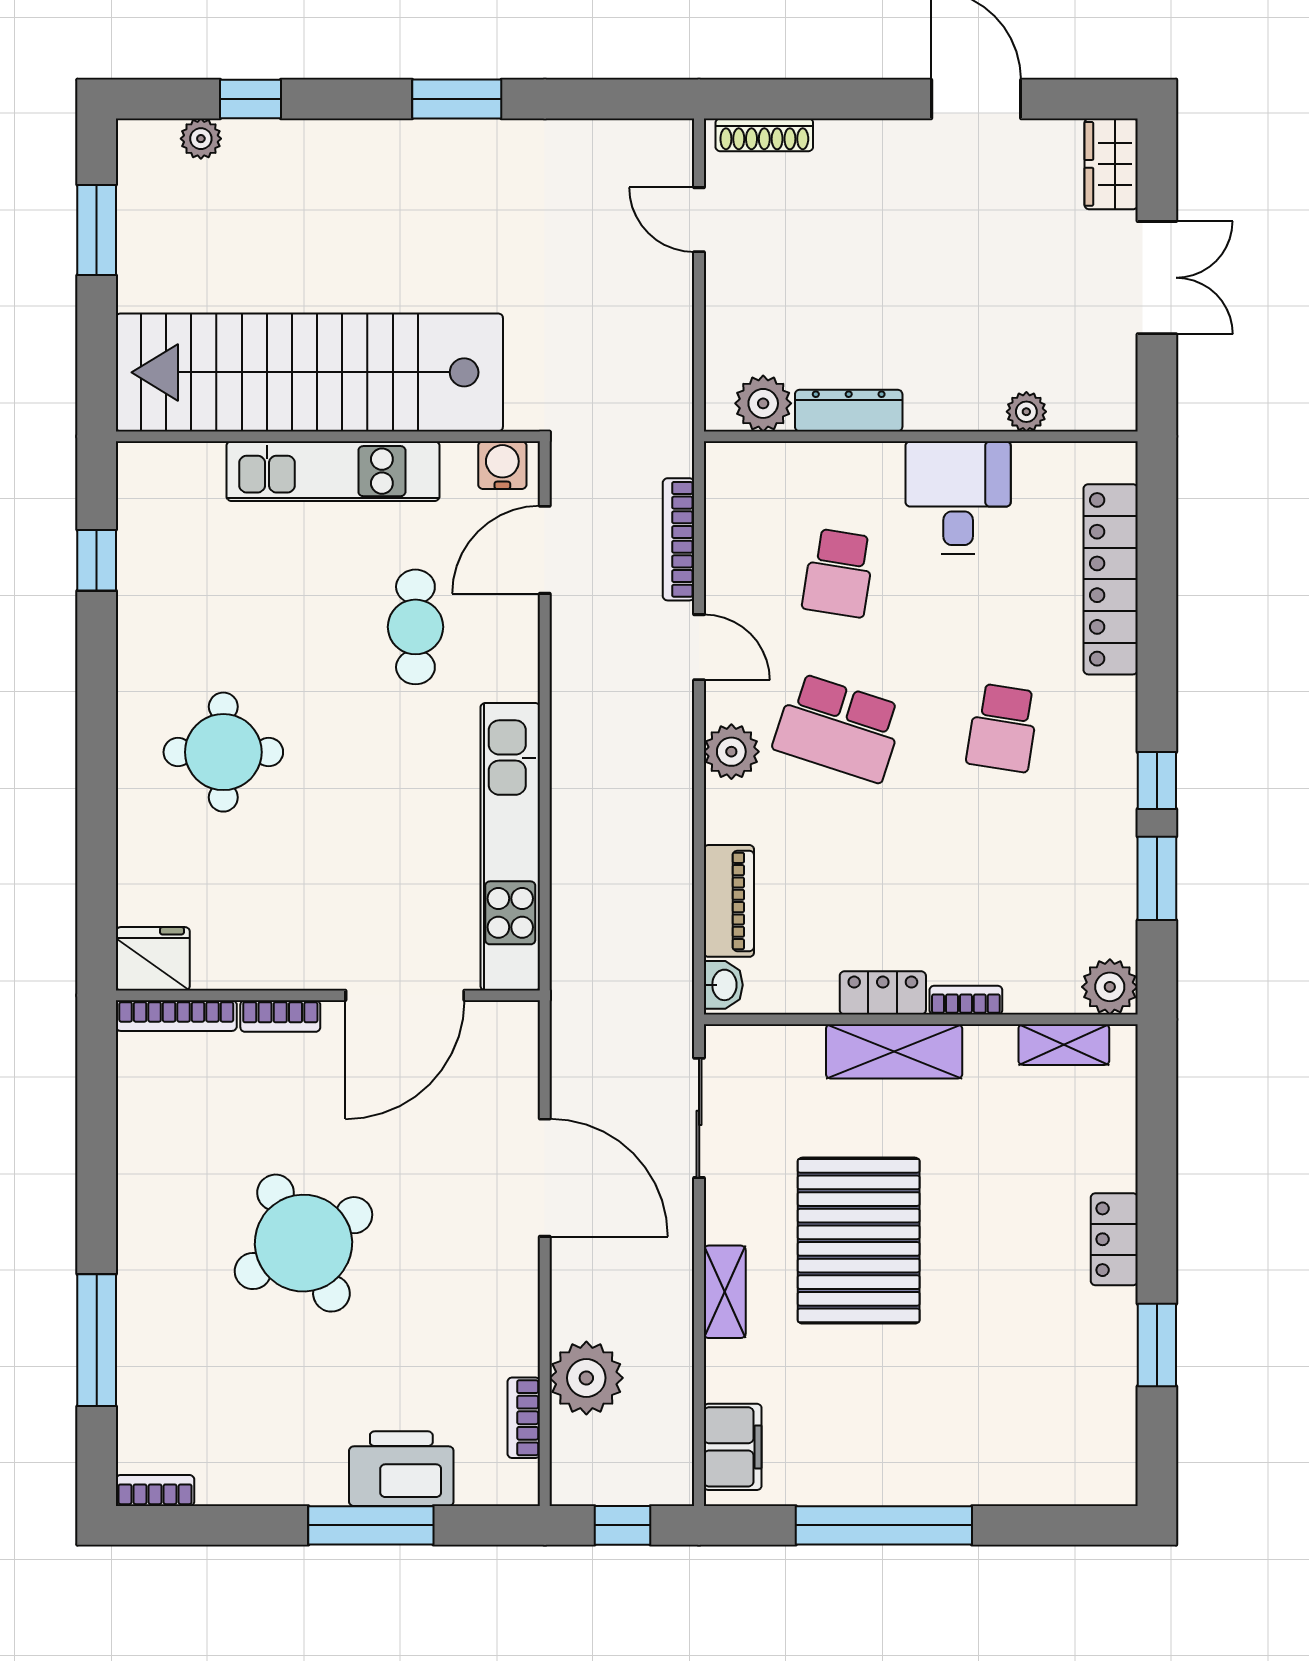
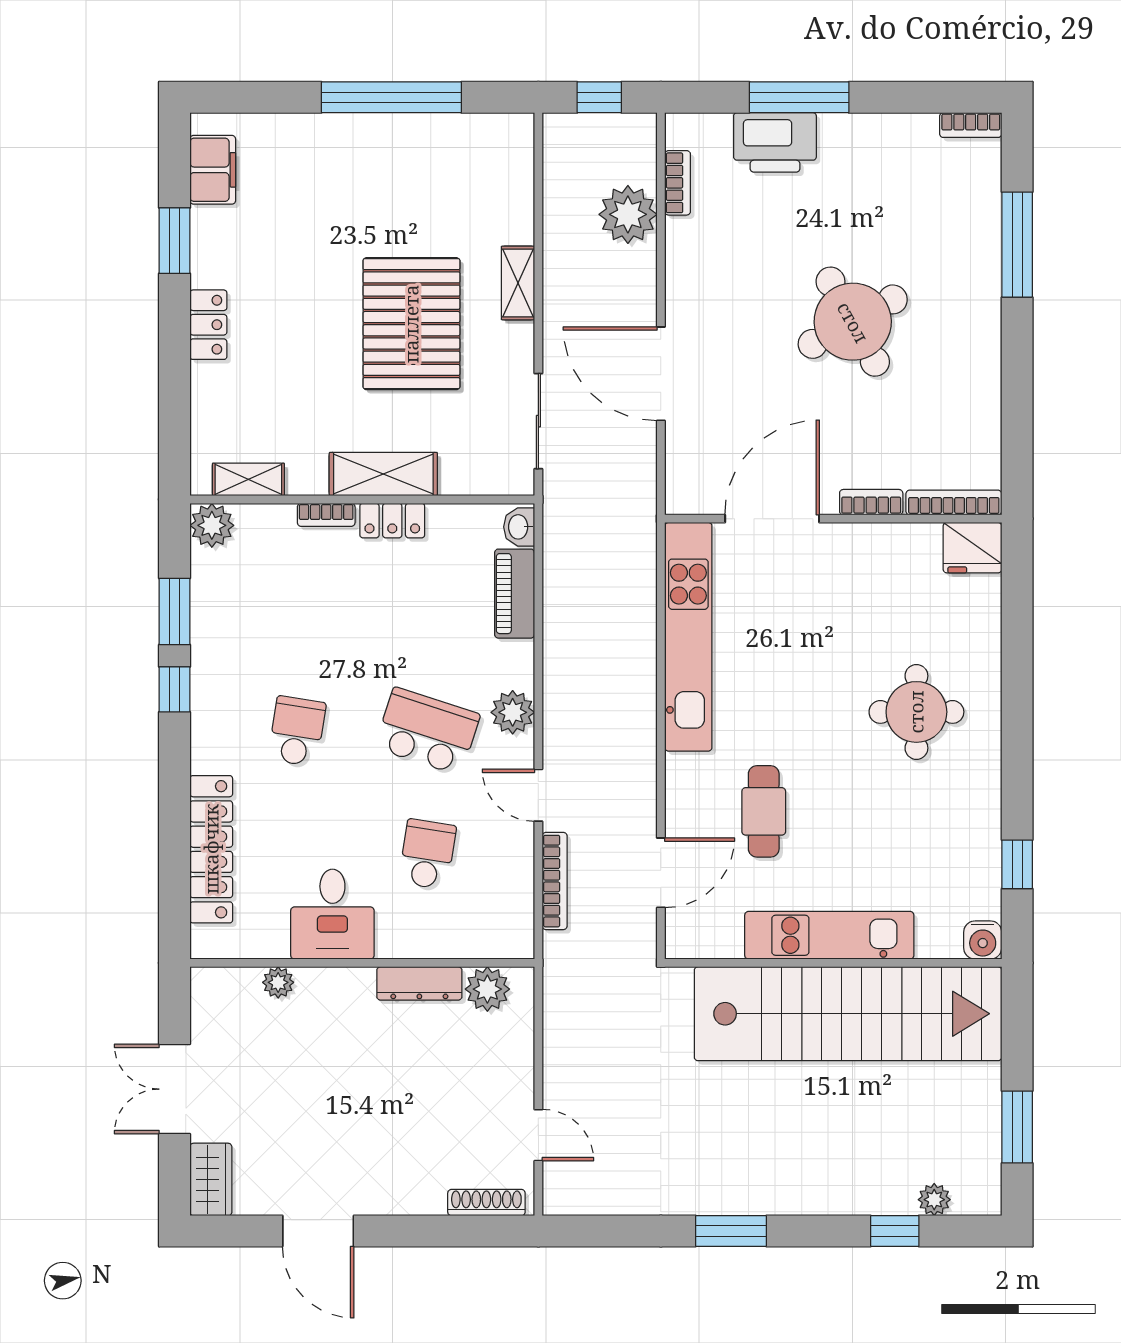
water cooler: (502, 465) -> (983, 940), moved
filing cabinet: (733, 1447) -> (213, 170), moved, turned 180

